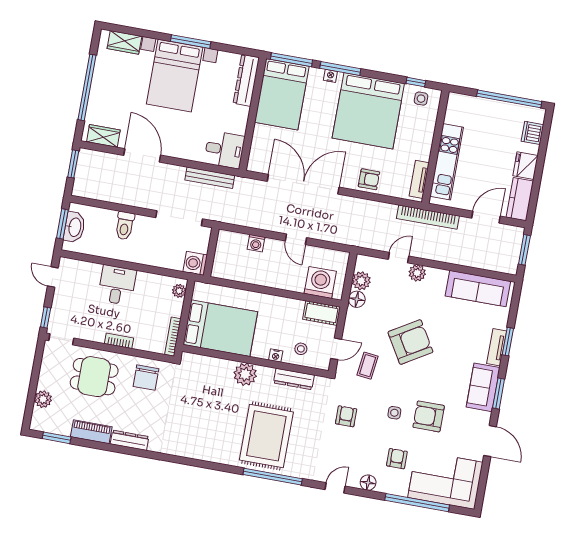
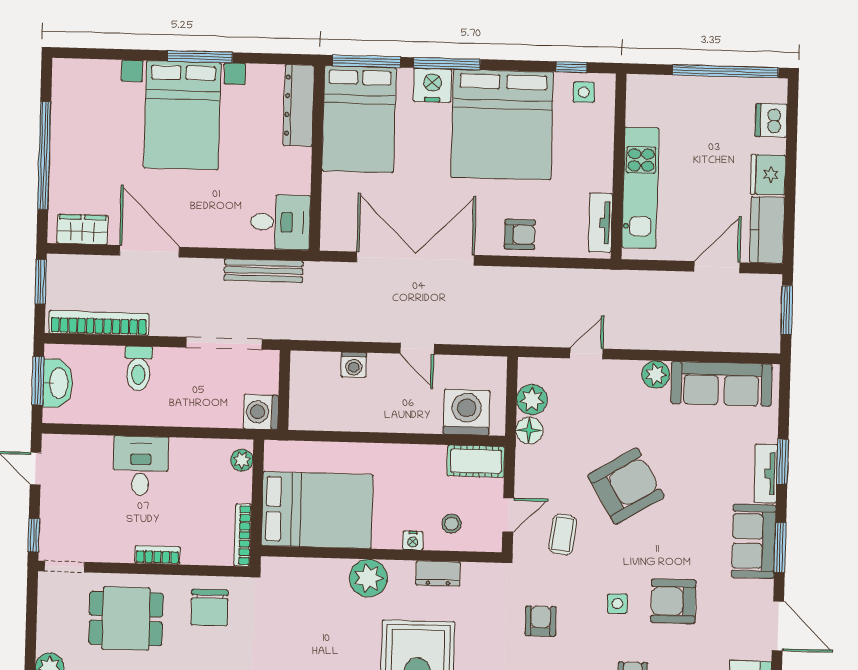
wardrobe: (124, 42) -> (94, 74), removed
nightstand: (330, 76) -> (433, 85), width x1.89, depth x1.79
bookcase: (428, 217) -> (99, 323), moved, turned 180
plant: (417, 273) -> (656, 374), moved
dresser: (294, 379) -> (438, 573), width x0.70

